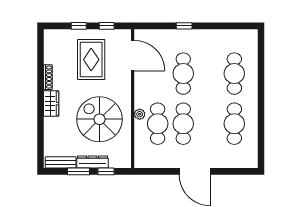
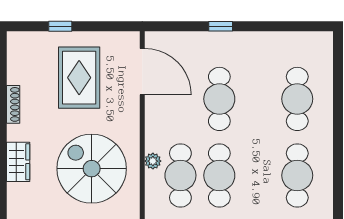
window: (107, 26) -> (103, 26), removed
wardrobe: (51, 104) -> (18, 162), moved

